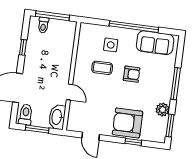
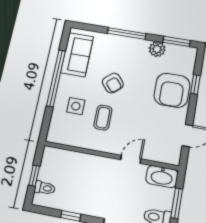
window: (52, 16) -> (34, 176), width x0.46
armchair: (132, 74) -> (113, 83), turned 140

